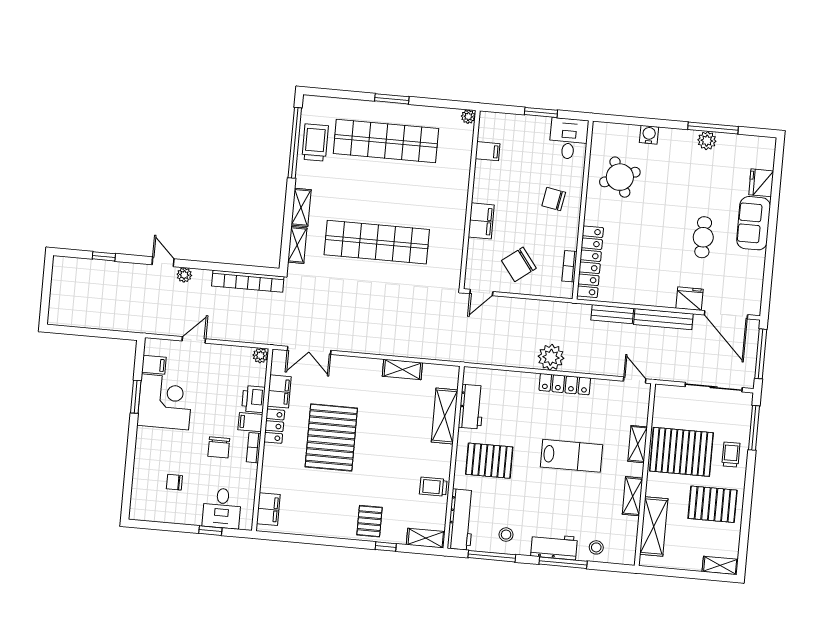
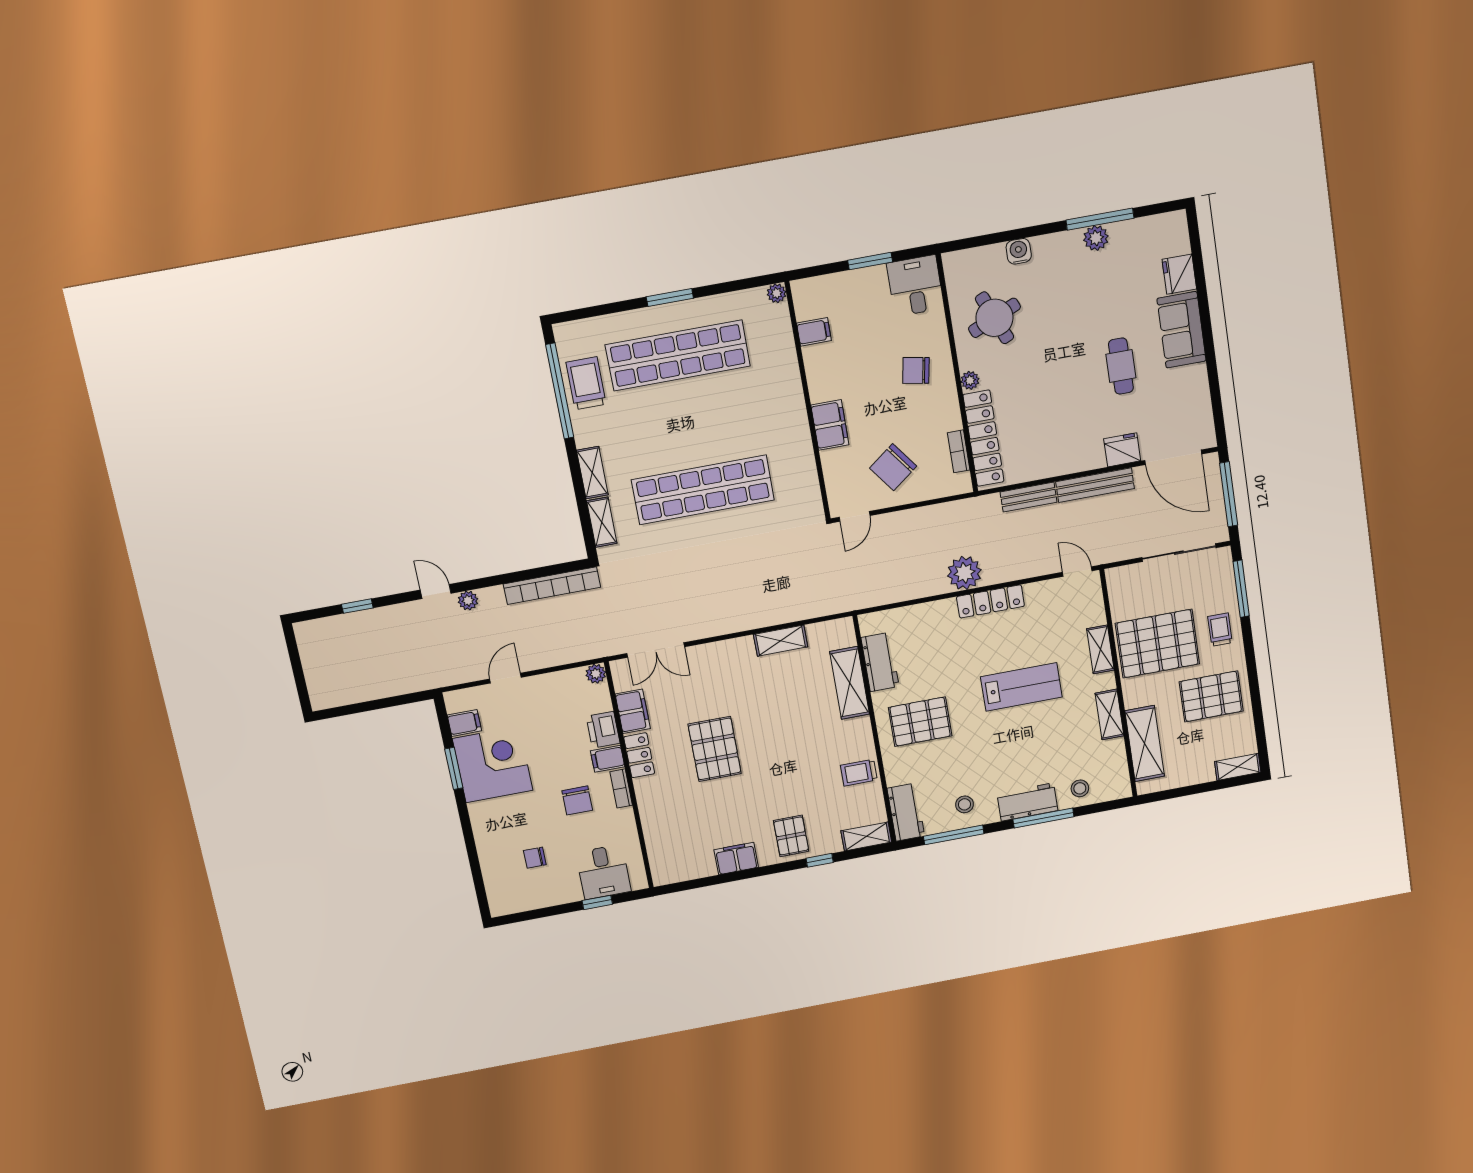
plant: (591, 217) -> (970, 380), added
pallet: (331, 437) -> (715, 749), width x0.73, depth x0.71
filing cabinet: (268, 509) -> (736, 858), moved, turned -90
workbench: (461, 520) -> (906, 812), width x0.73

